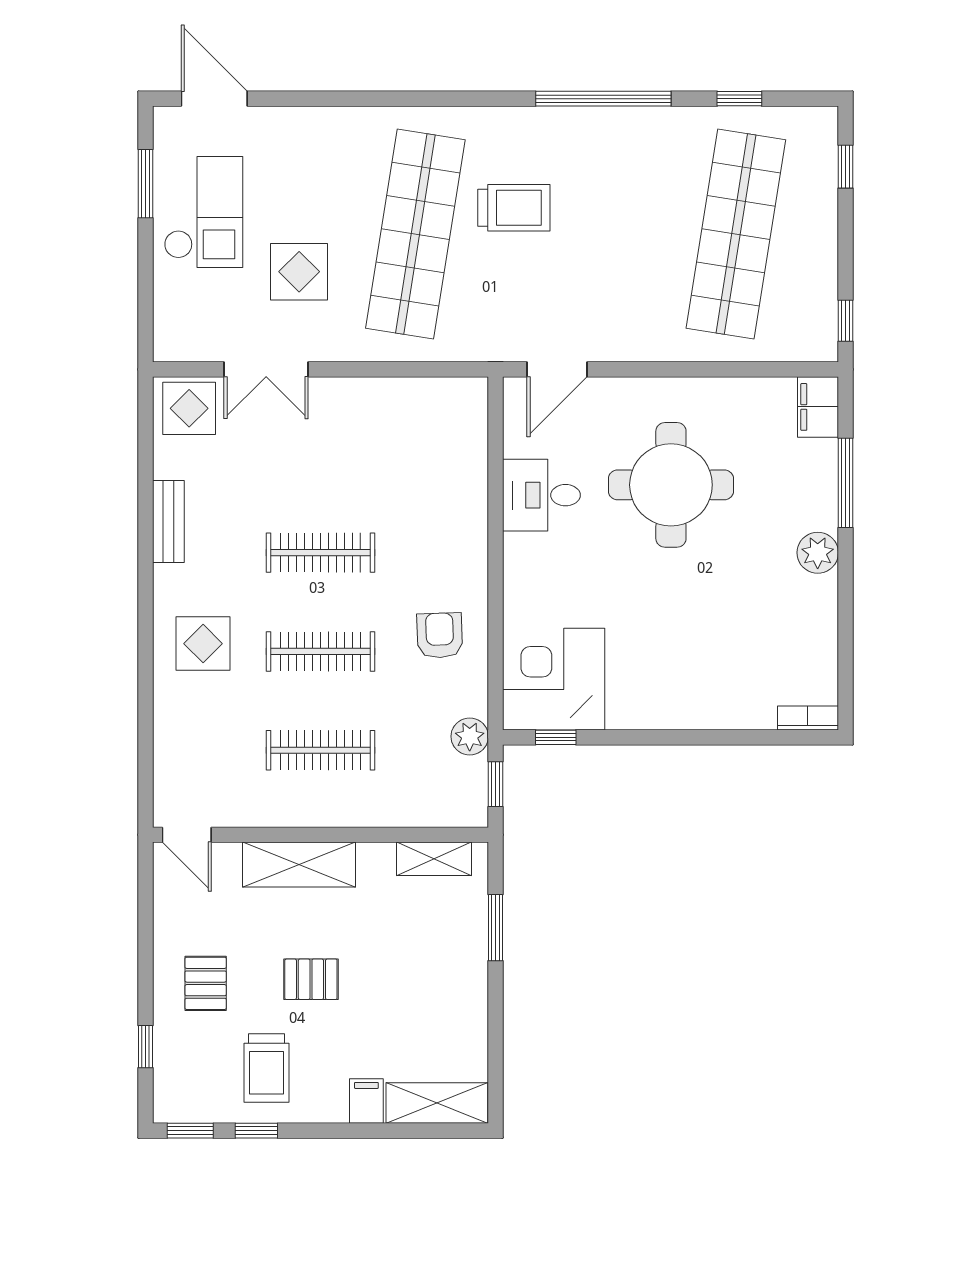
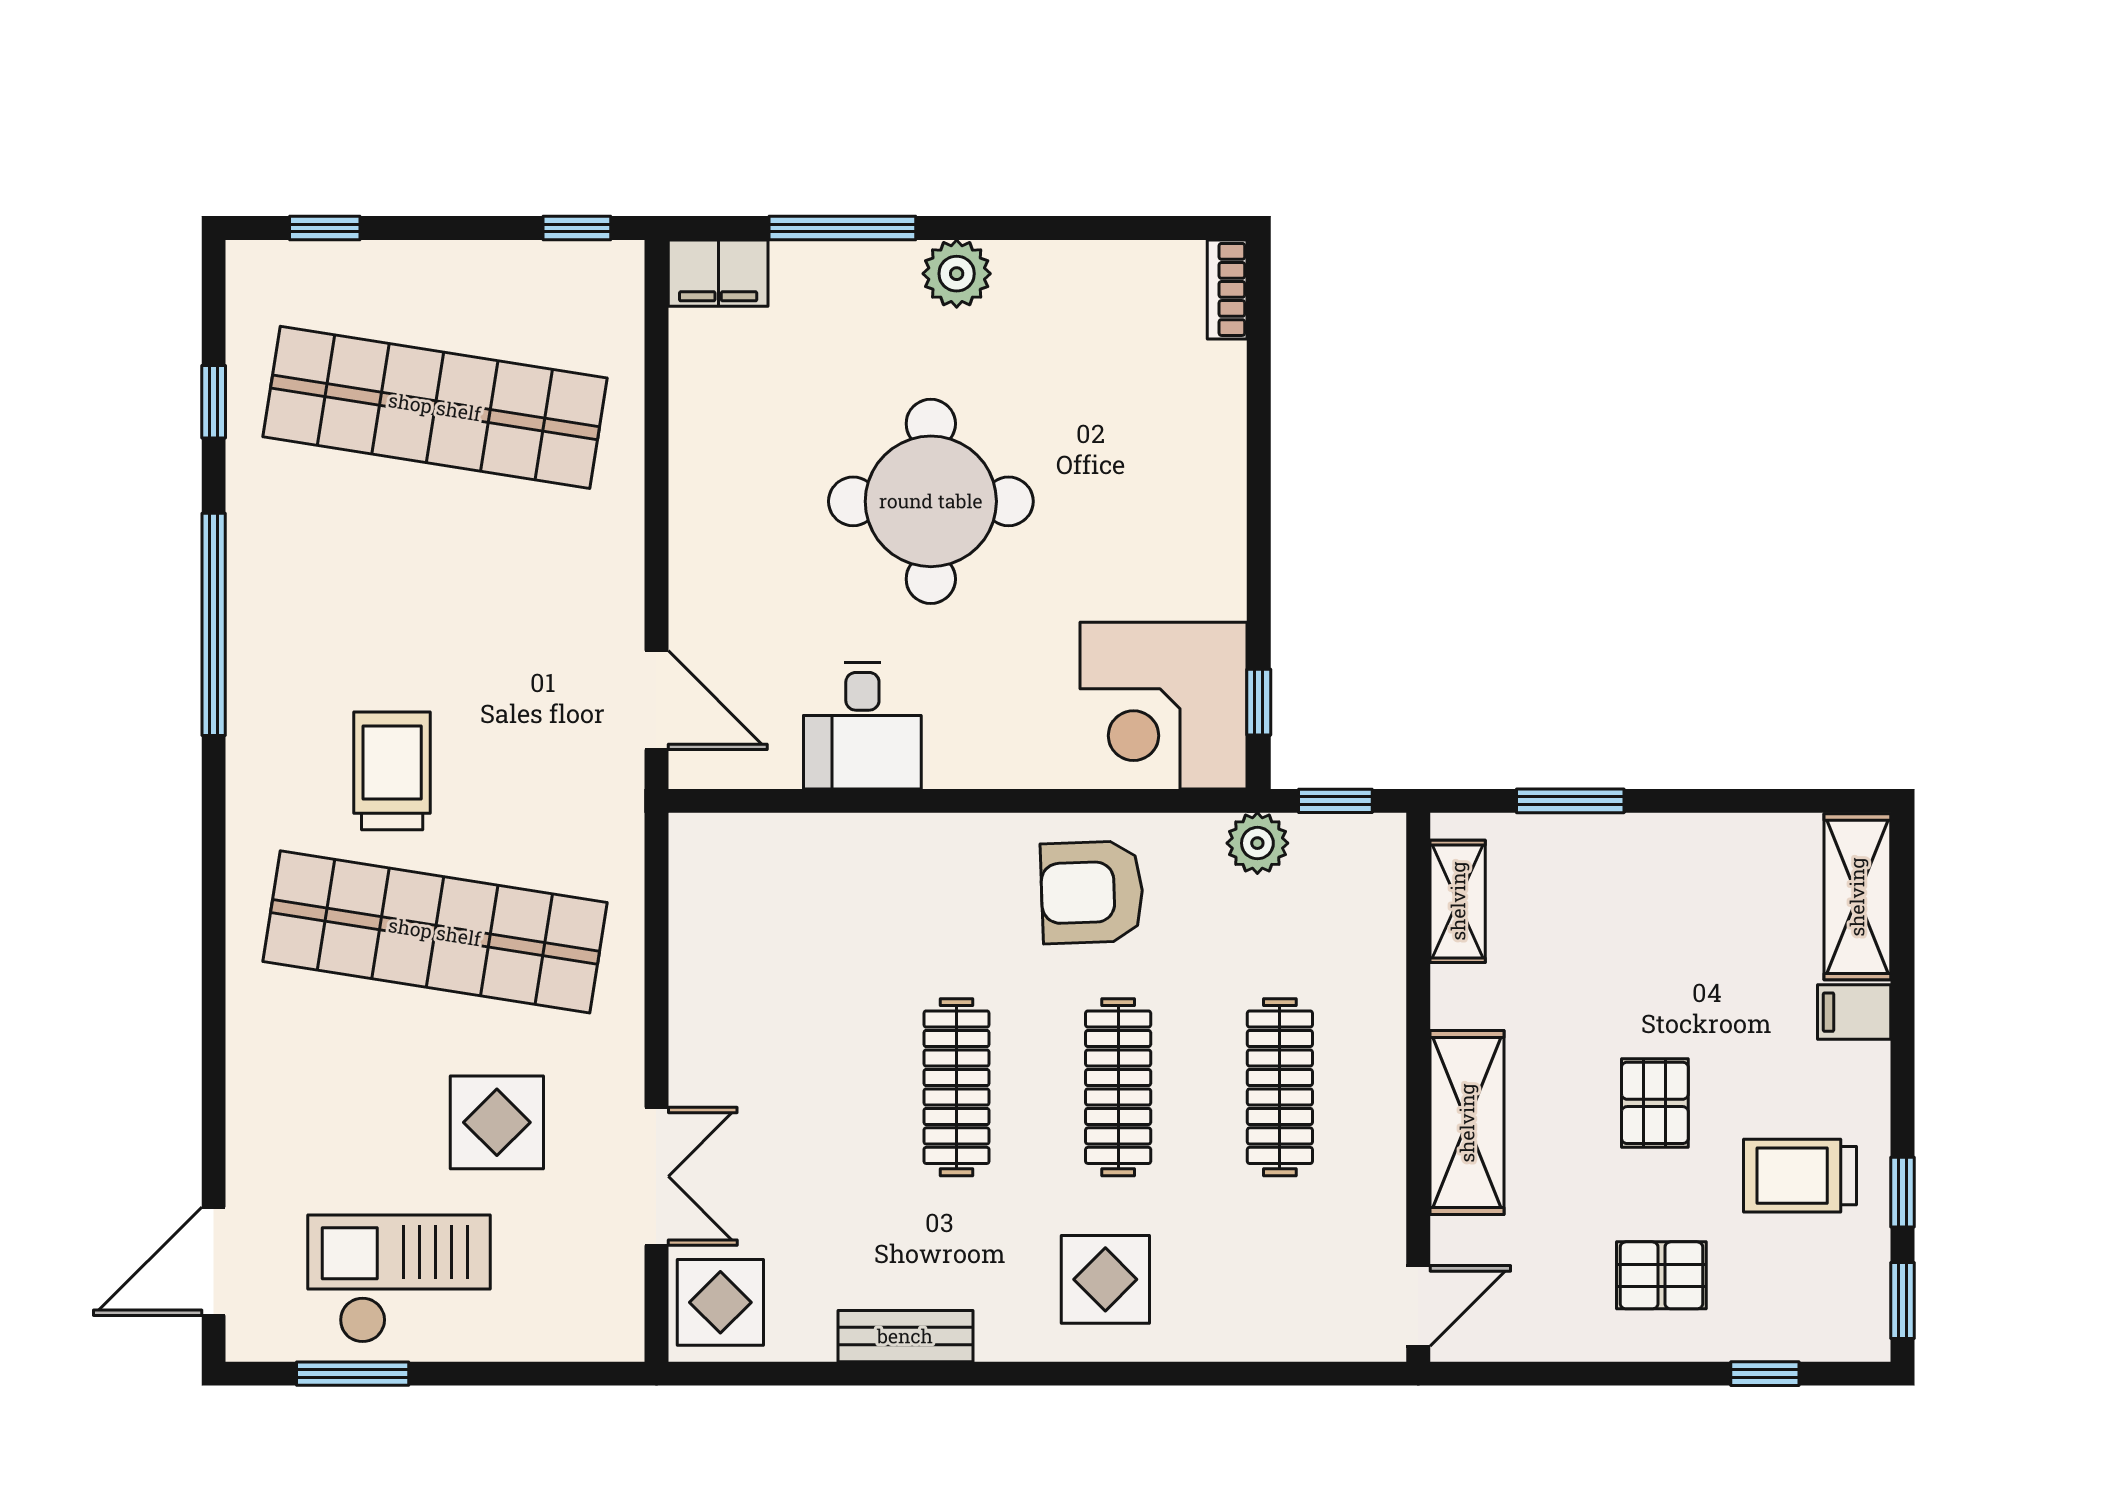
round table: (671, 485) -> (931, 501), moved
armchair: (440, 635) -> (1092, 892), width x1.38, depth x1.38
trolley: (267, 1068) -> (1800, 1176), turned 180

